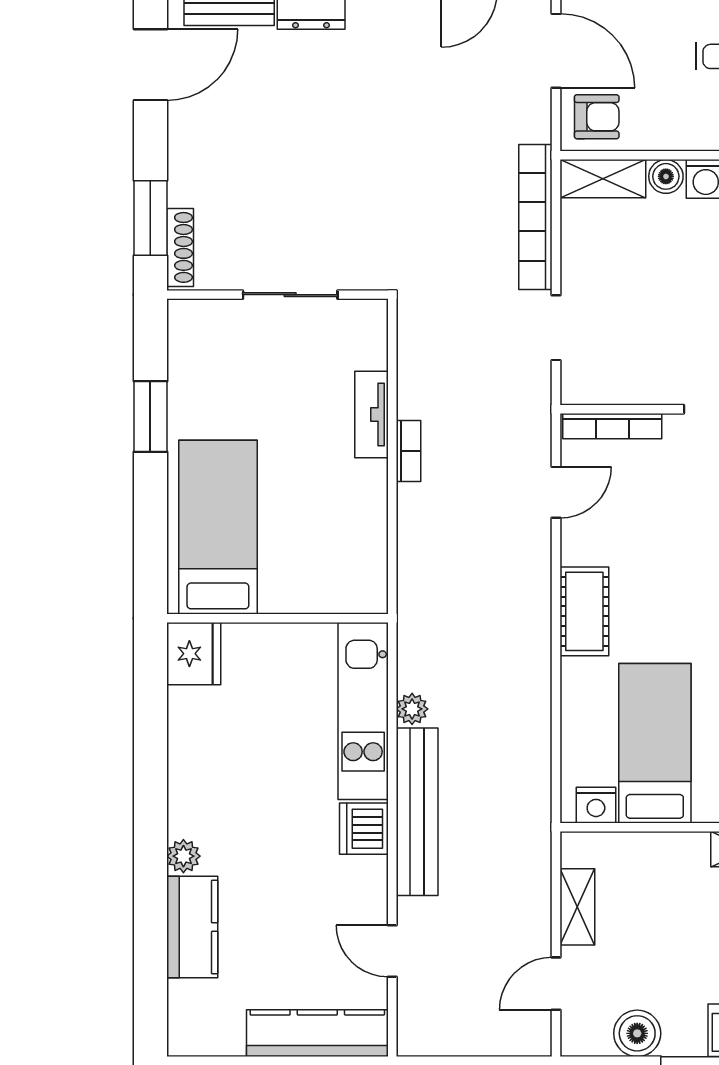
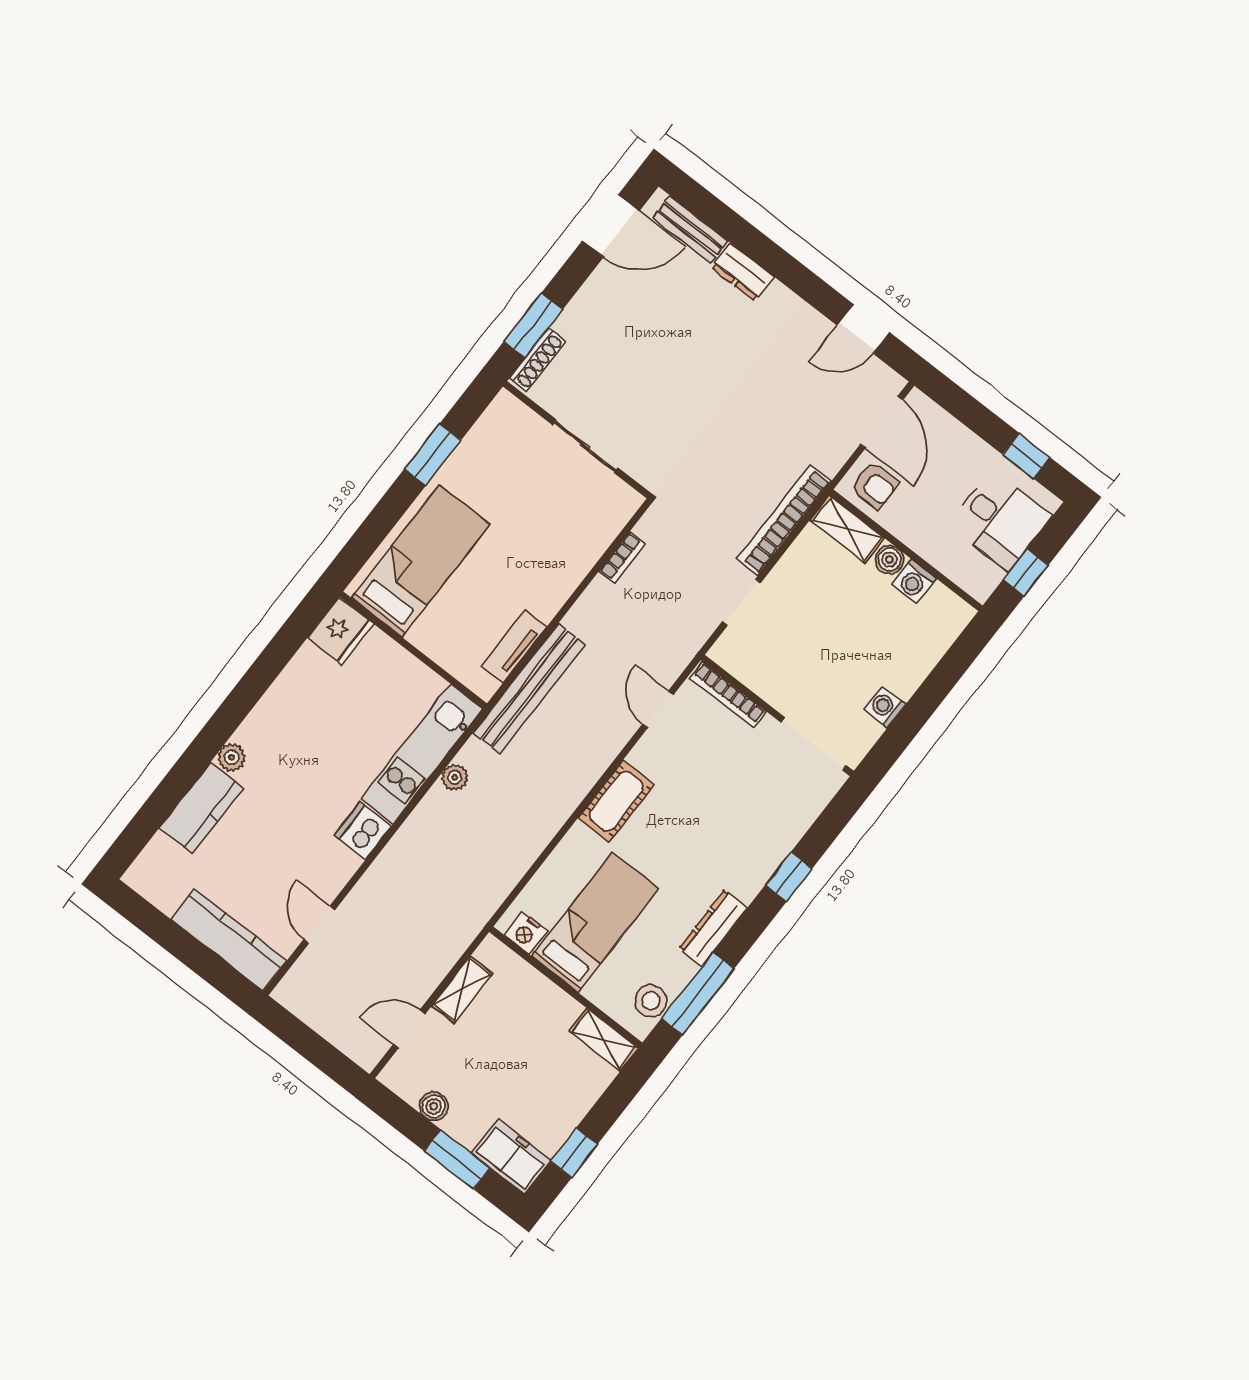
tv unit: (371, 414) -> (514, 647), moved
bookcase: (408, 451) -> (622, 558), moved
door: (556, 492) -> (658, 709), swing flipped
bench: (417, 812) -> (529, 689), moved
boiler: (637, 1033) -> (434, 1106), width x0.73, depth x0.73

